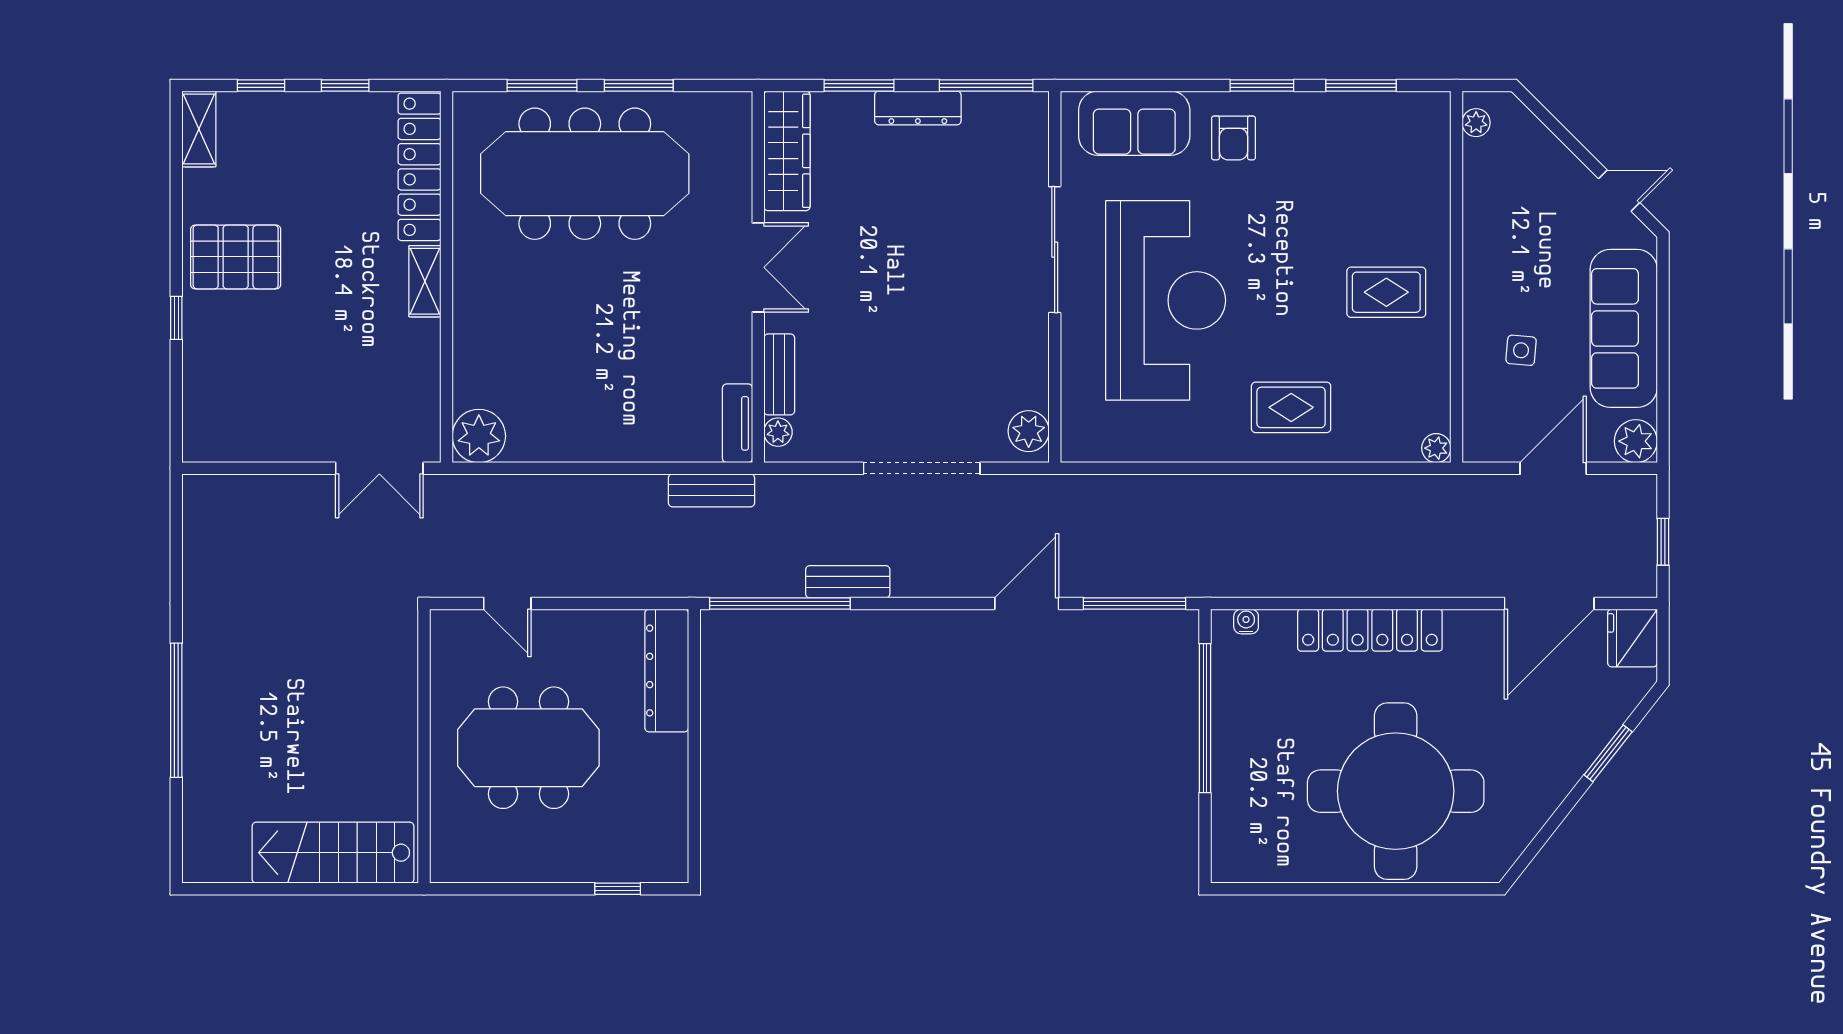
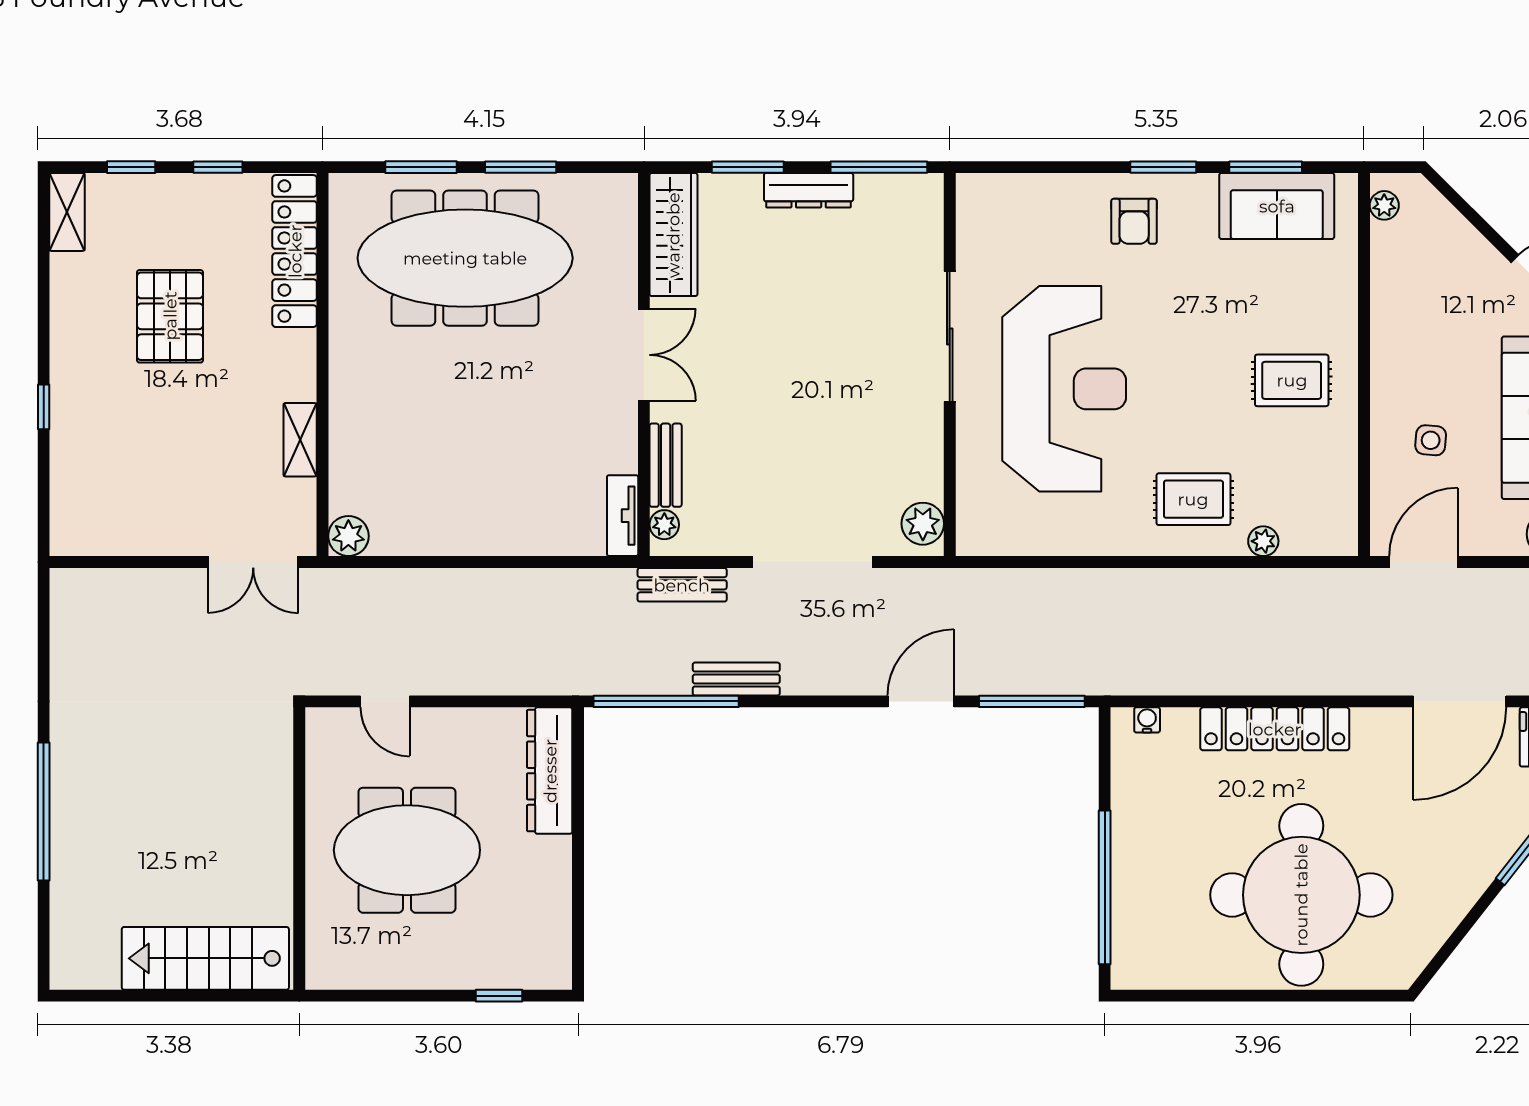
sofa: (1134, 123) -> (1277, 206), moved
pallet: (236, 257) -> (170, 316), moved, turned 90
shelving: (425, 281) -> (300, 440), moved
plant: (479, 436) -> (348, 536), width x0.73, depth x0.73
plant: (1436, 448) -> (1263, 541), moved
door: (1553, 468) -> (1424, 562), moved
bench: (712, 490) -> (682, 585), moved
window: (1205, 718) -> (1105, 887), moved

